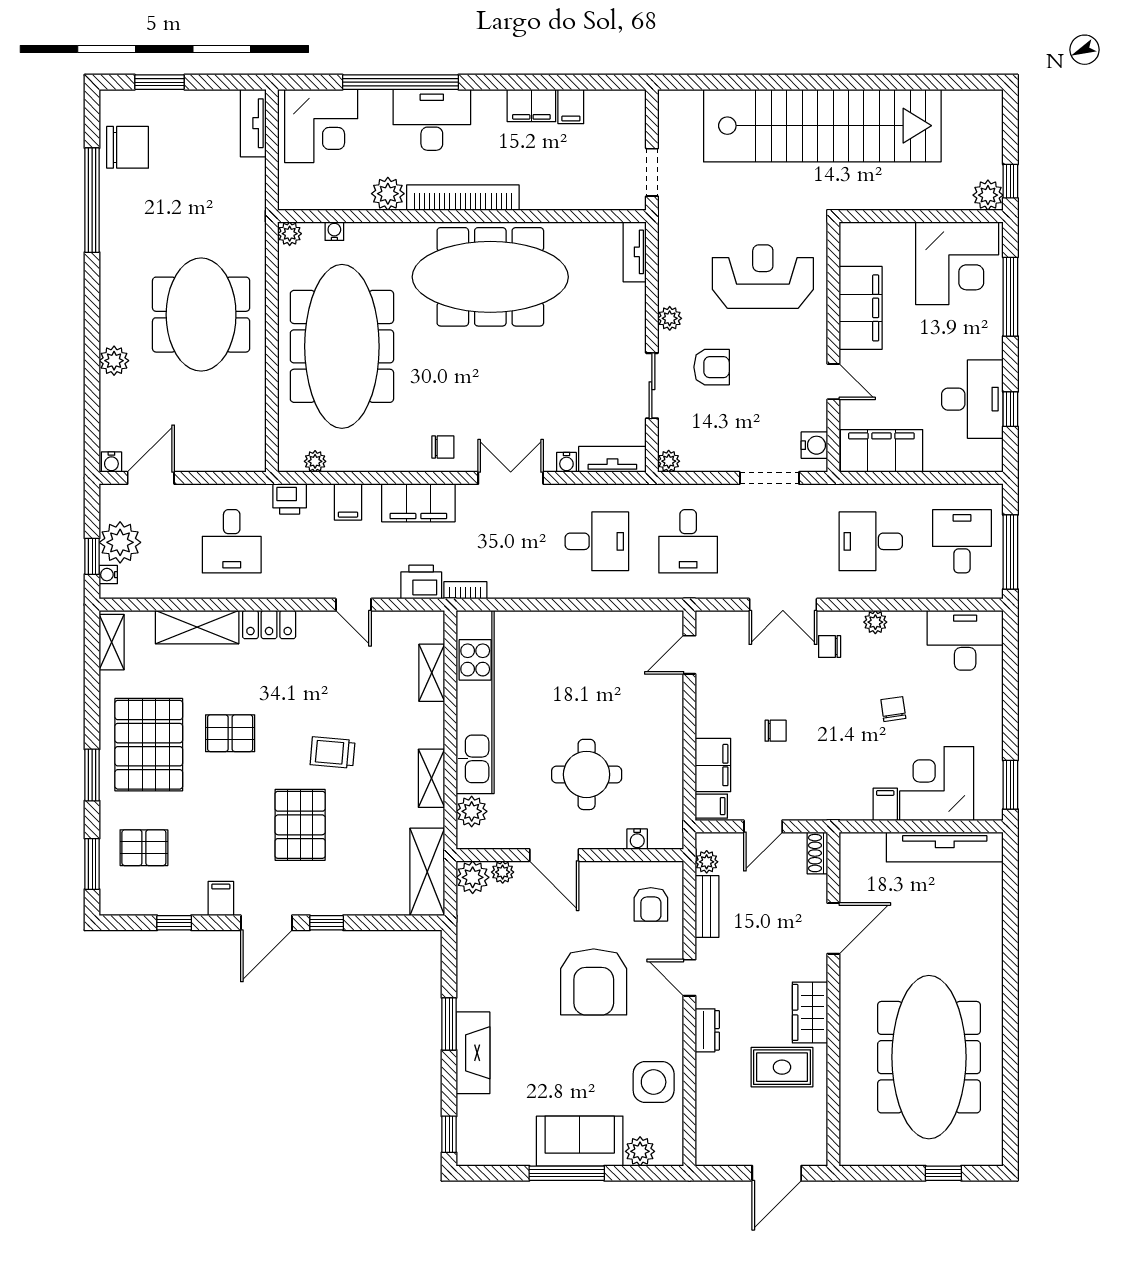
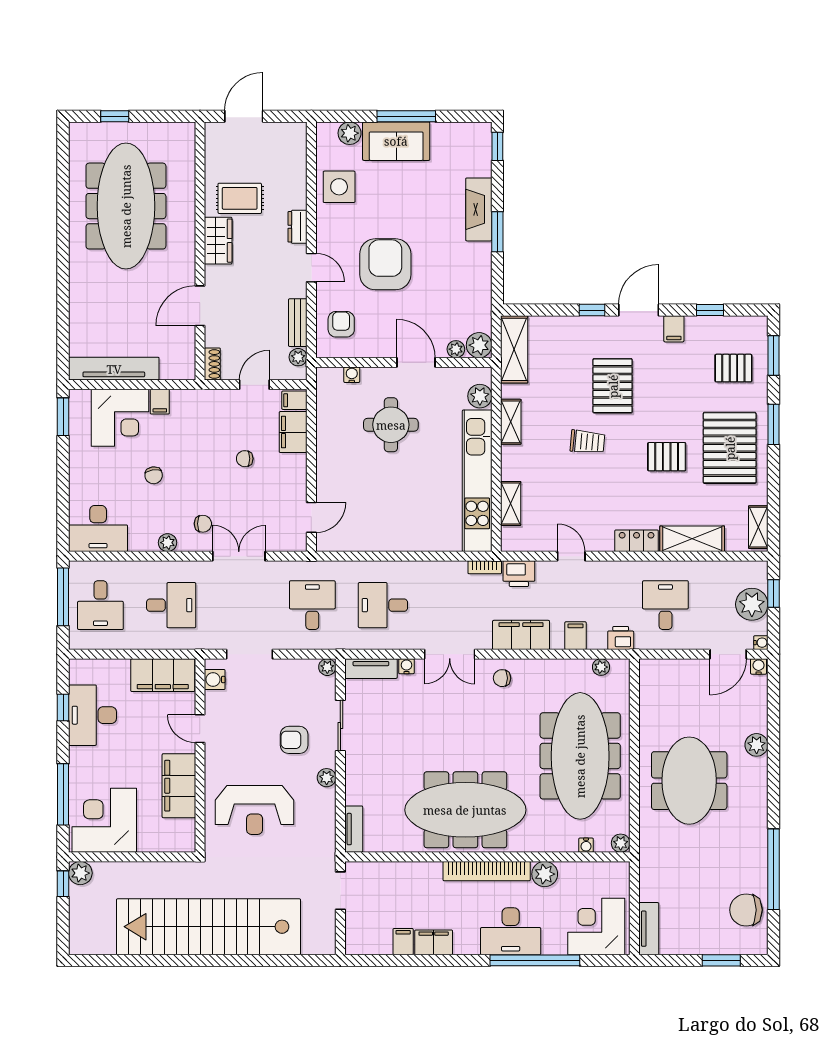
water cooler: (108, 575) -> (761, 643), moved

